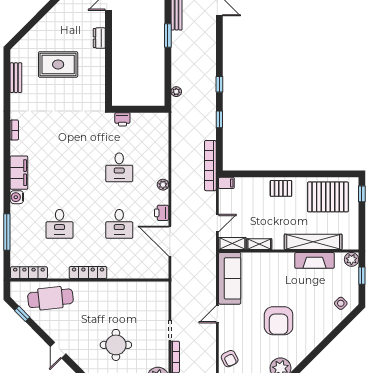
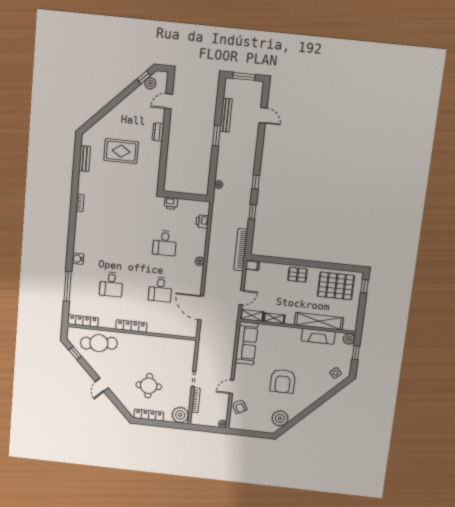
filing cabinet: (19, 173) -> (81, 239), removed
printer: (162, 213) -> (202, 222), moved
door: (217, 314) -> (232, 387), moved

